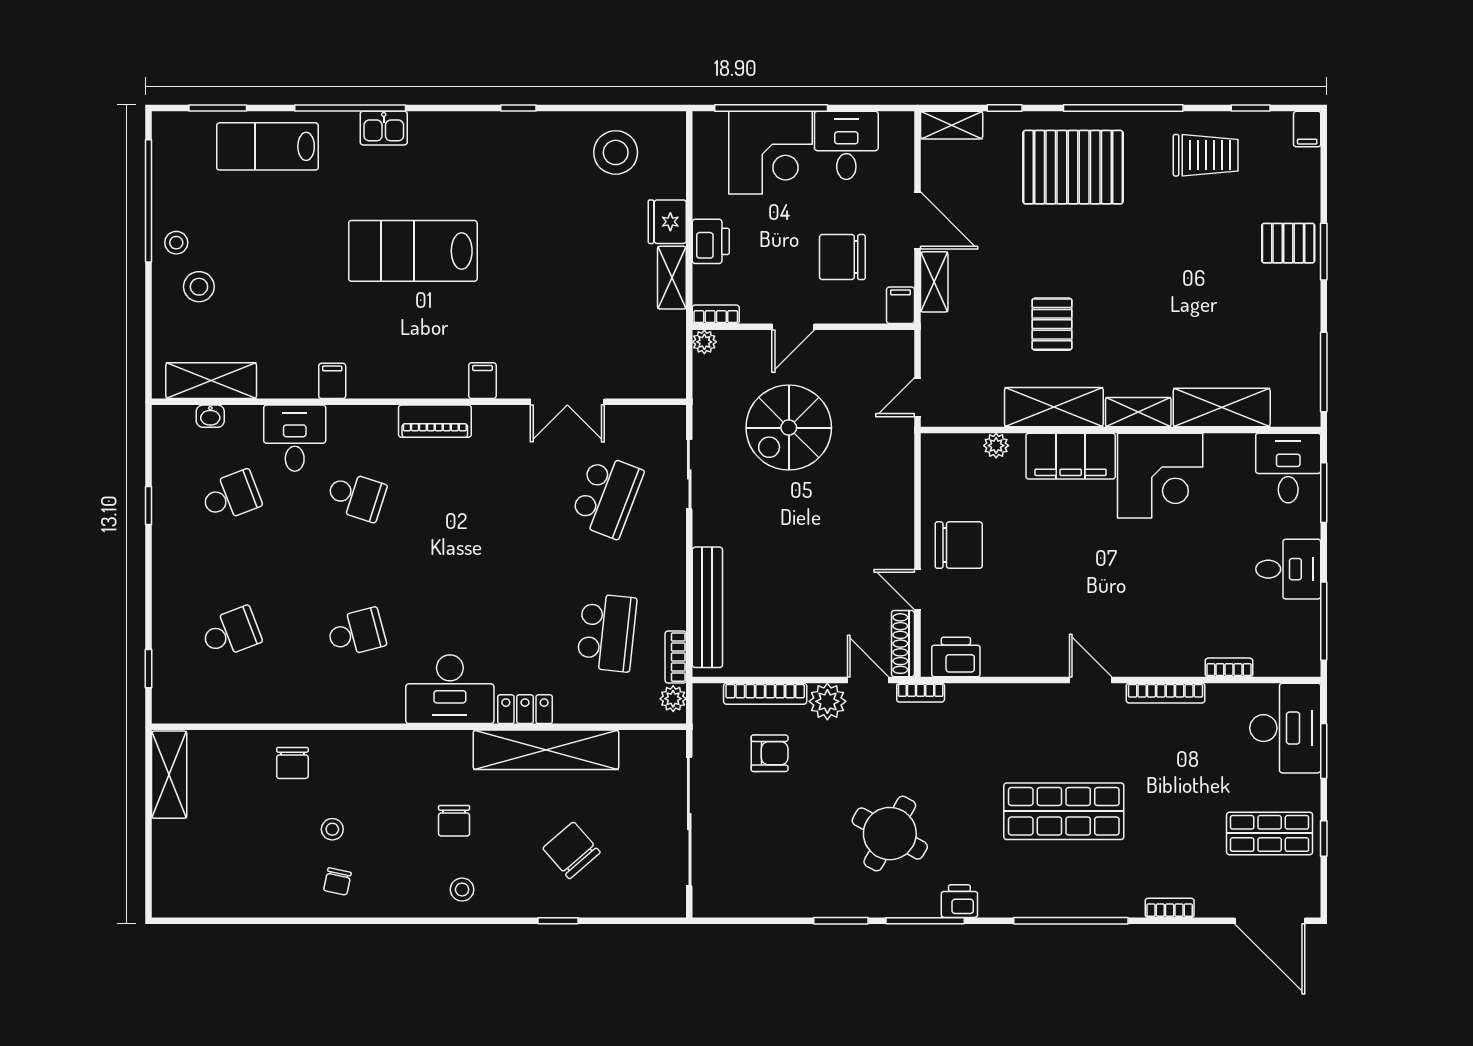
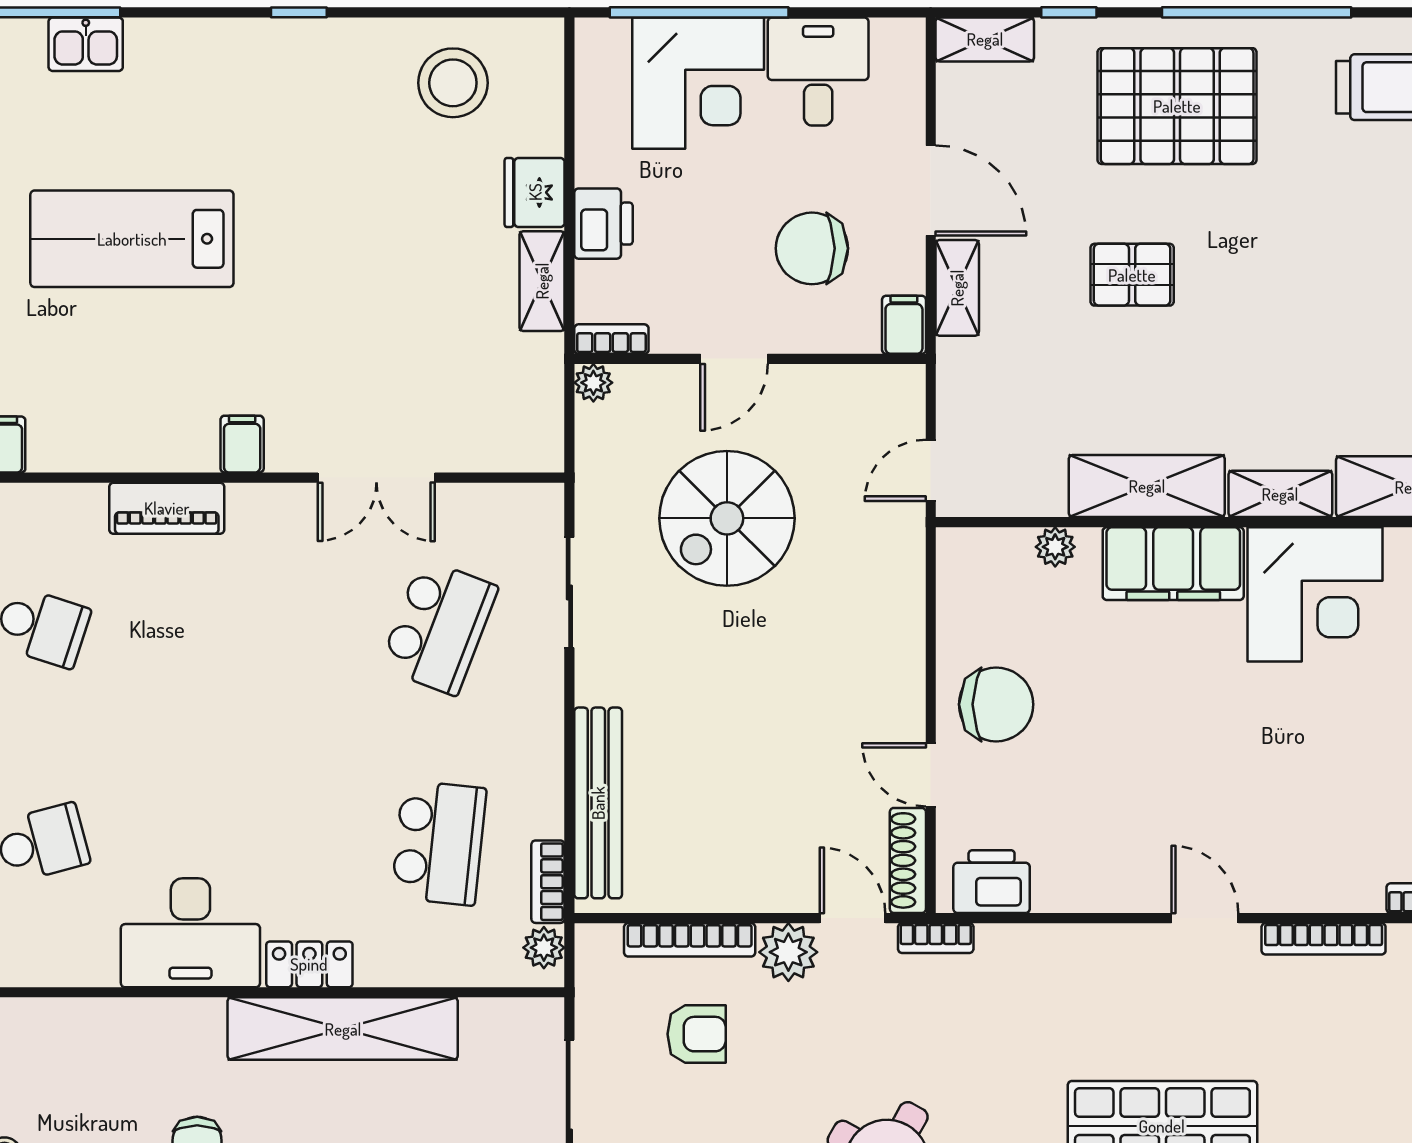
pallet: (1052, 324) -> (1132, 275), moved, turned 90

